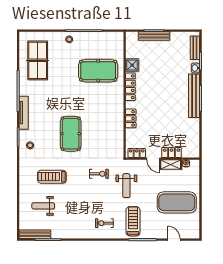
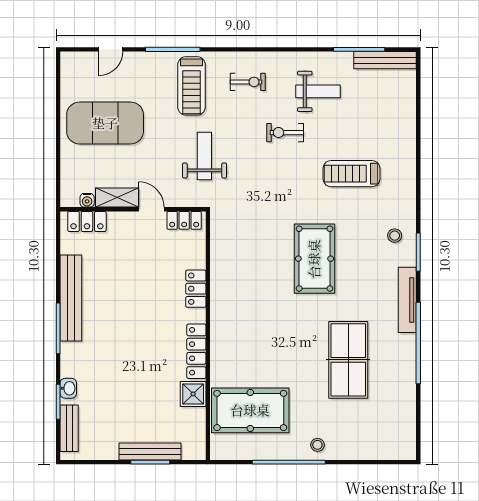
table tennis table: (38, 60) -> (348, 360), moved
pool table: (98, 71) -> (250, 410), moved
bench: (194, 96) -> (71, 298), moved
locker: (172, 152) -> (87, 221), moved
exercise bike: (99, 174) -> (285, 133), moved
treadmill: (52, 177) -> (351, 174), turned 180
weight bench: (43, 206) -> (318, 91), moved
door: (174, 240) -> (111, 49), hinge flipped

